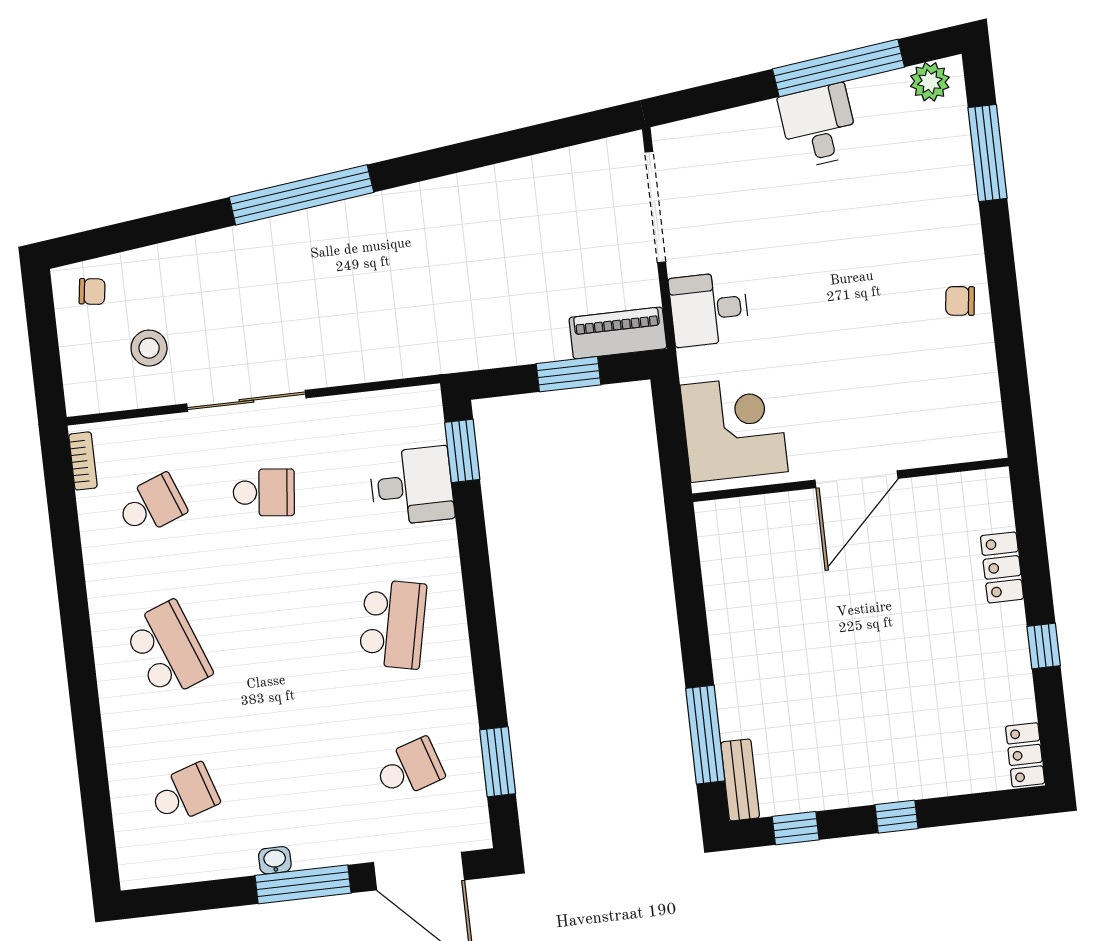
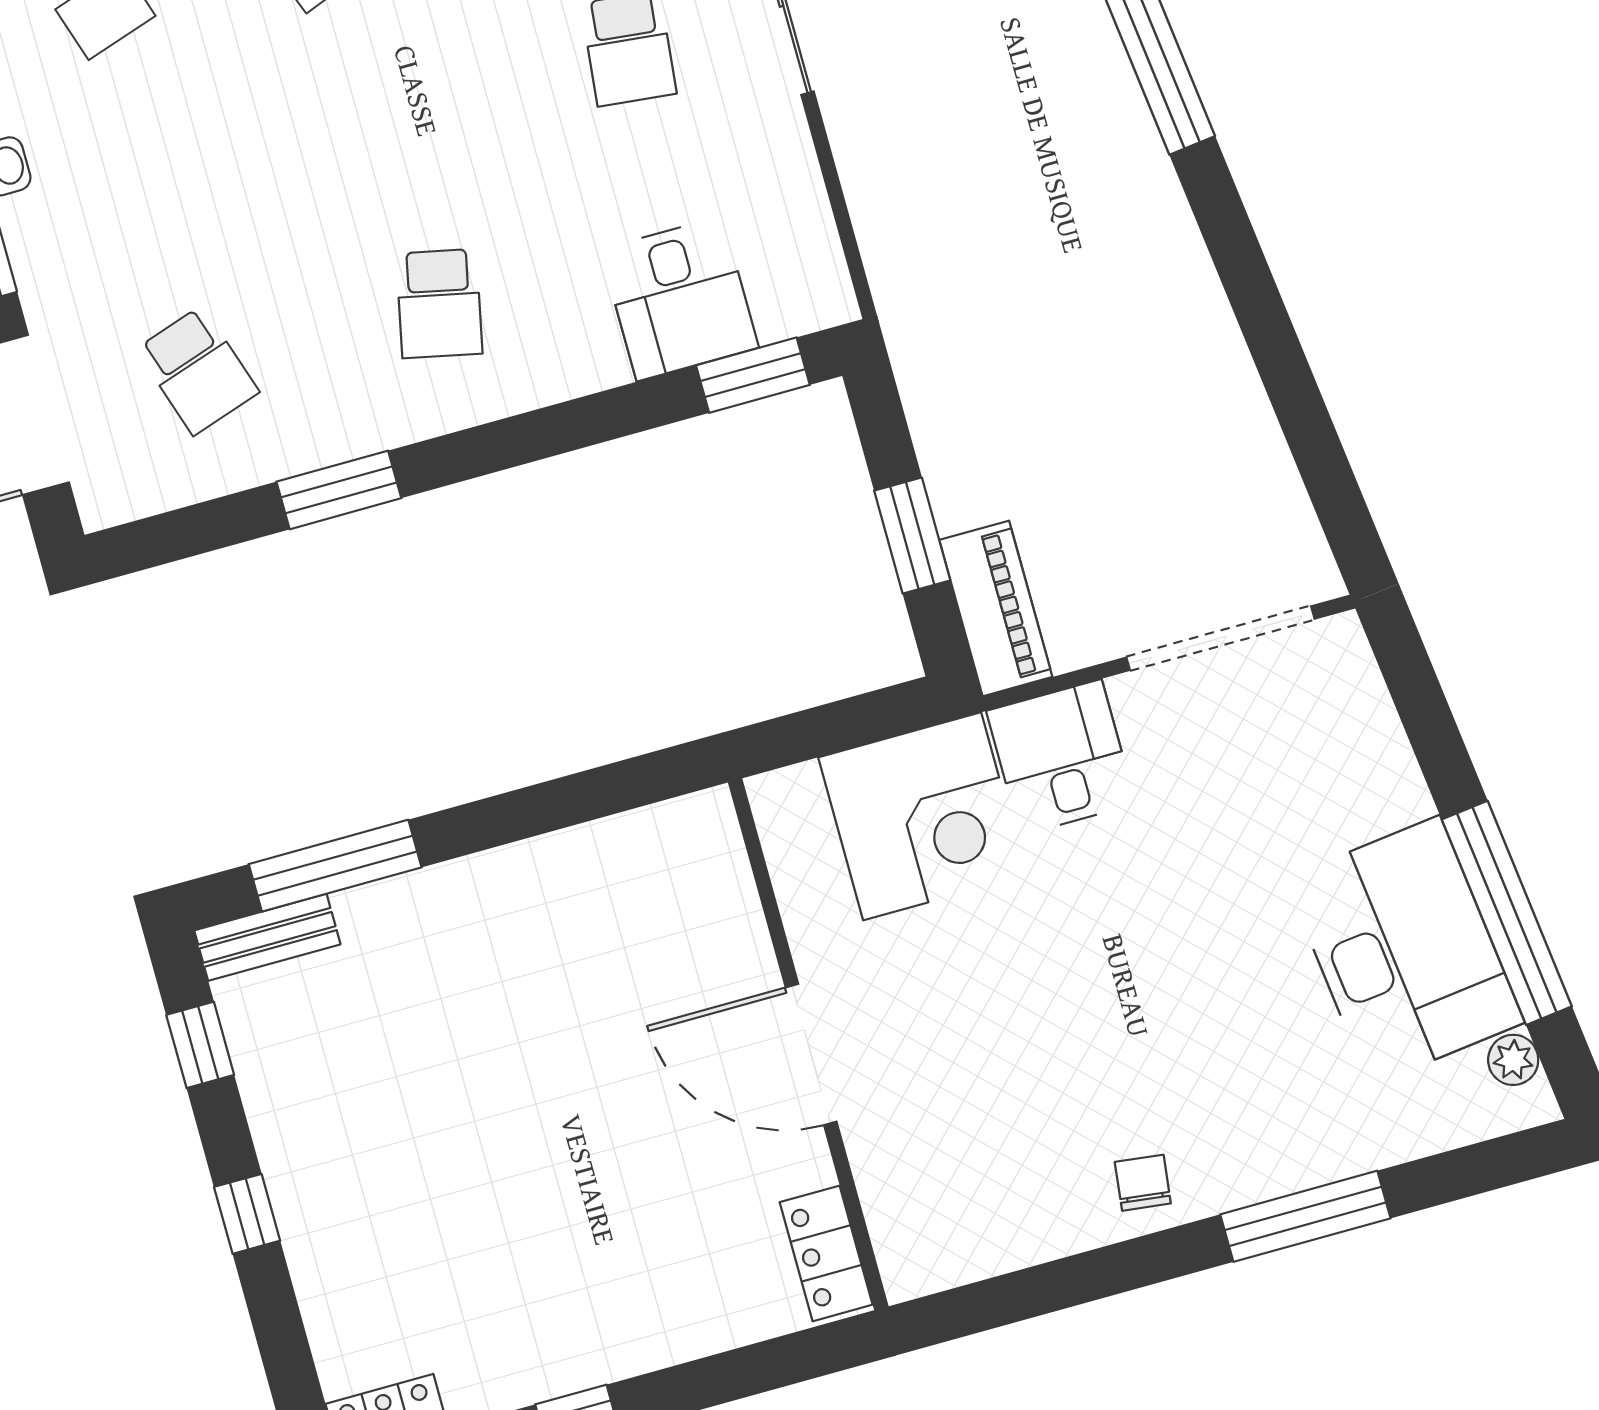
plant: (930, 82) -> (1513, 1060), width x0.73, depth x0.73
desk: (819, 126) -> (1405, 951), width x1.87, depth x1.30
window: (987, 153) -> (1305, 1216), moved
corner desk: (734, 428) -> (922, 816), moved
locker: (1002, 567) -> (826, 1253), moved, turned -90
school desk: (393, 624) -> (439, 304), width x0.54
window: (498, 762) -> (339, 490), moved

